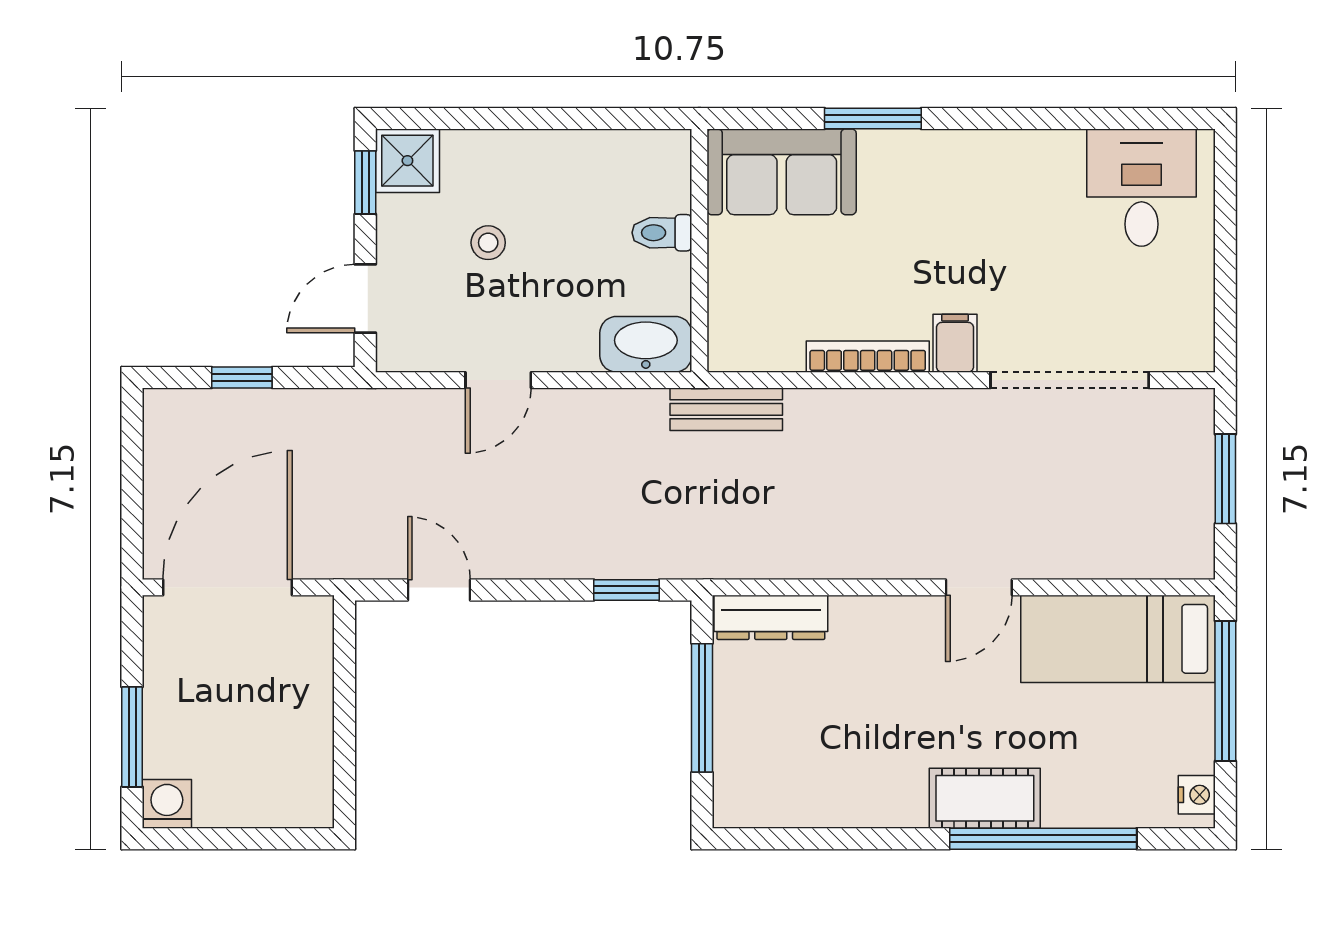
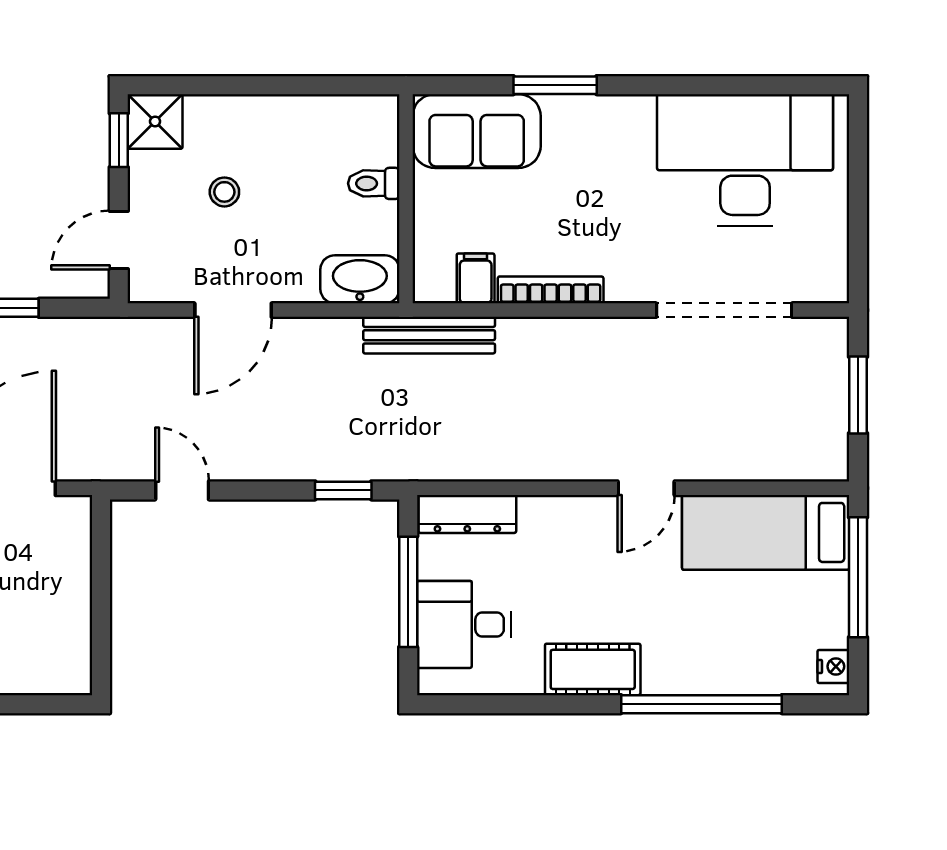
desk: (1142, 188) -> (745, 160), width x1.87, depth x1.30
filing cabinet: (955, 343) -> (476, 278), moved
door: (498, 380) -> (233, 310), width x1.38
bench: (726, 409) -> (429, 335), width x1.36
desk: (767, 746) -> (464, 624), added
cot: (985, 798) -> (593, 669), moved

